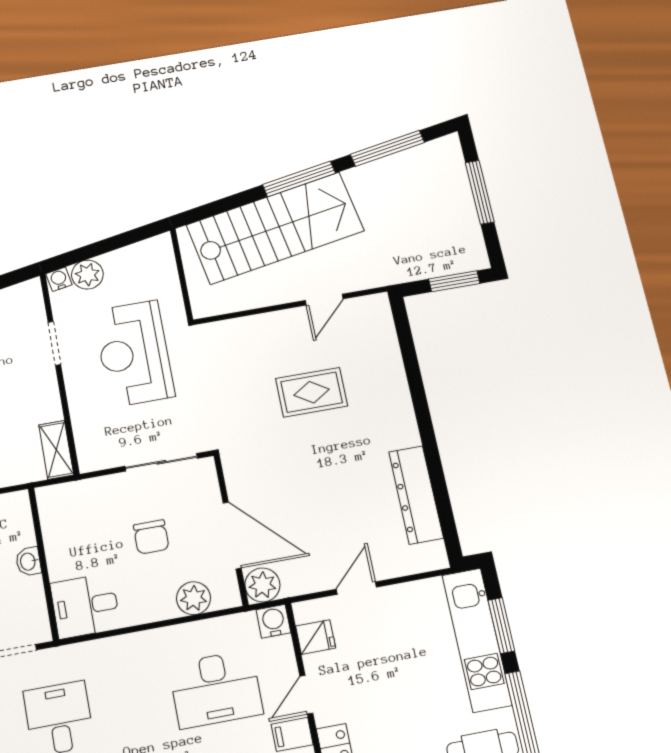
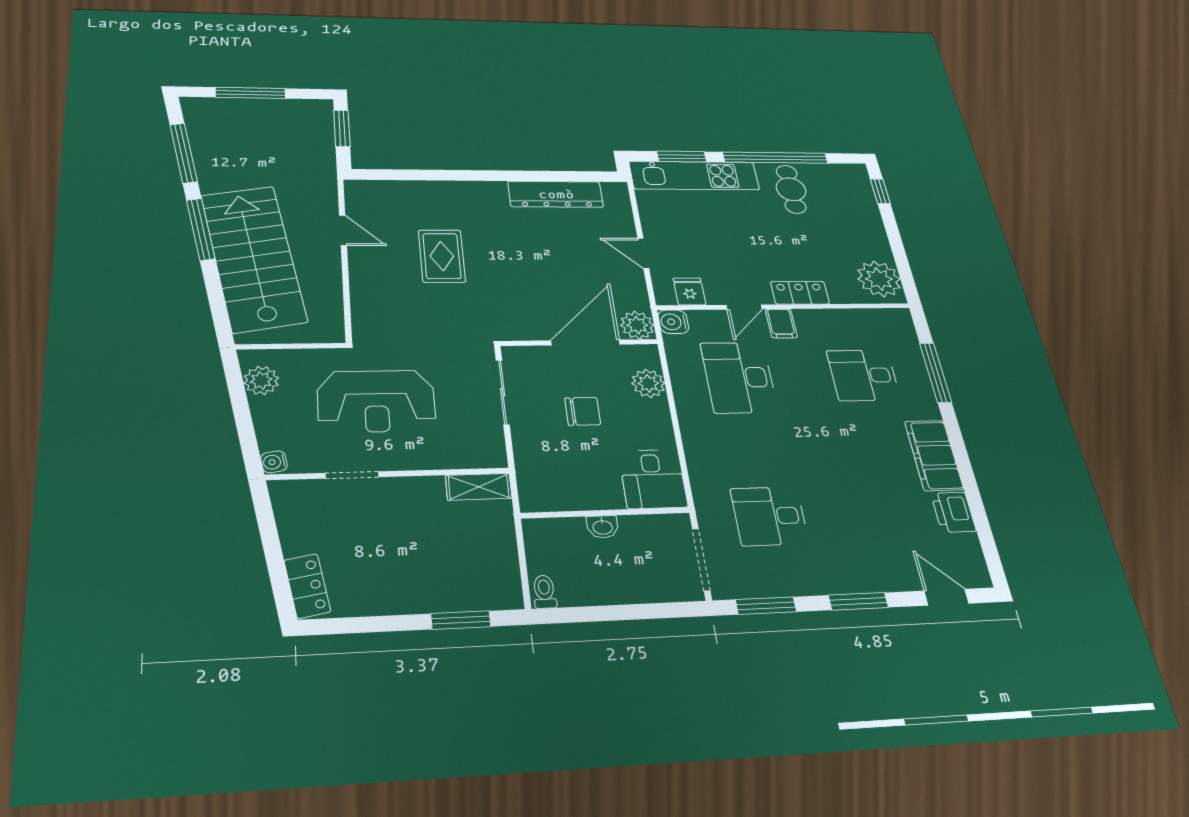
plant: (87, 275) -> (261, 380), moved
desk: (216, 689) -> (739, 377), turned 180
door: (306, 695) -> (744, 307), hinge flipped

